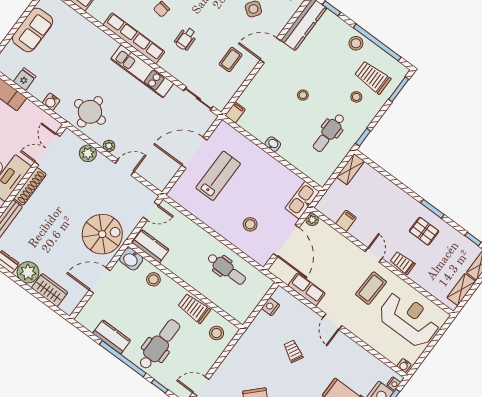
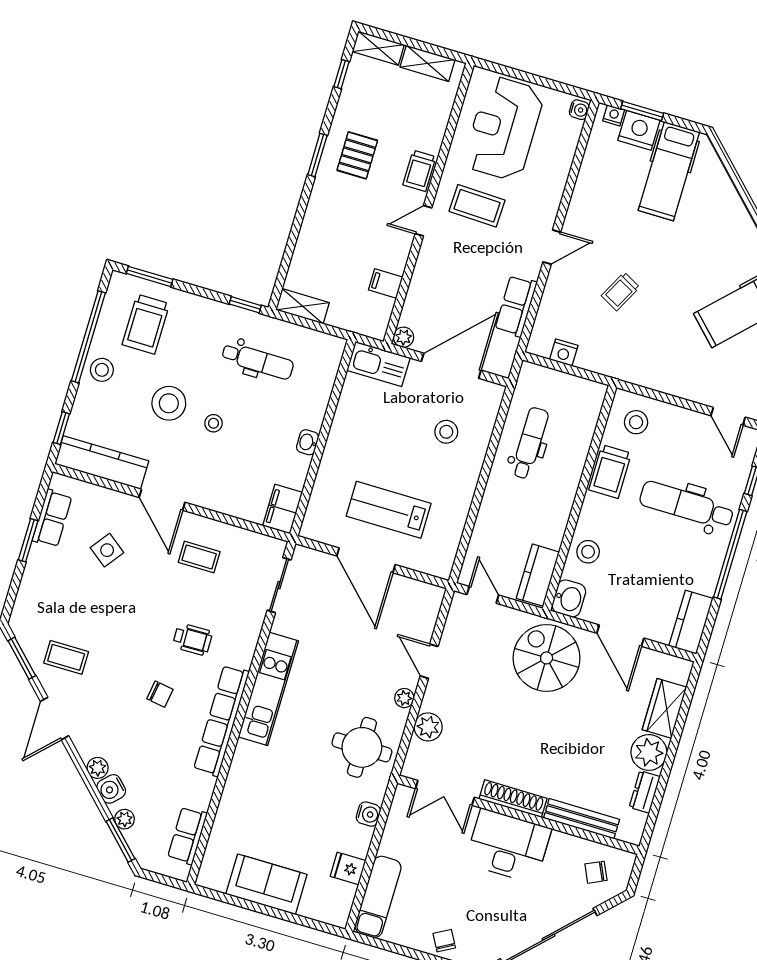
stool: (356, 97) -> (169, 403), moved, width x1.89, depth x1.89
filing cabinet: (235, 112) -> (283, 509), width x2.00
kitchen counter: (112, 337) -> (691, 622), moved

